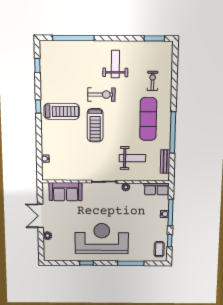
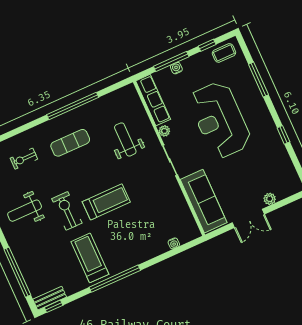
window: (37, 65) -> (54, 306), moved
window: (38, 106) -> (115, 279), width x3.17
treadmill: (62, 111) -> (90, 258), moved
exercise mat: (148, 119) -> (70, 143), width x0.73, depth x0.69
bench: (165, 161) -> (50, 298), moved
row of seats: (156, 189) -> (153, 100), width x1.48
sofa: (66, 192) -> (204, 201), width x1.36
reception desk: (102, 239) -> (220, 120), moved

